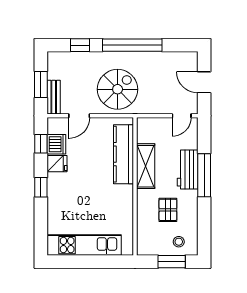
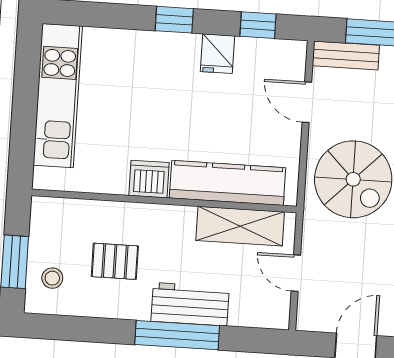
door: (182, 116) -> (296, 273), moved
dishwasher: (56, 144) -> (149, 179), moved, turned 180
shelving: (146, 166) -> (240, 226), moved

